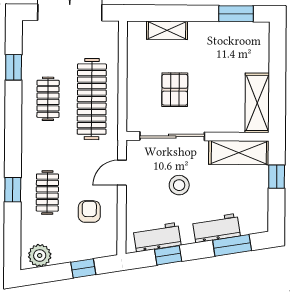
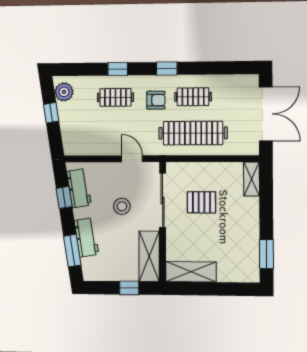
shelving: (167, 30) -> (252, 179), moved
window: (14, 67) -> (167, 68), moved
armchair: (89, 212) -> (156, 100), moved
window: (83, 268) -> (51, 113), moved

